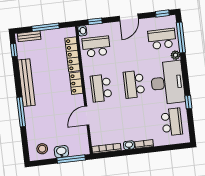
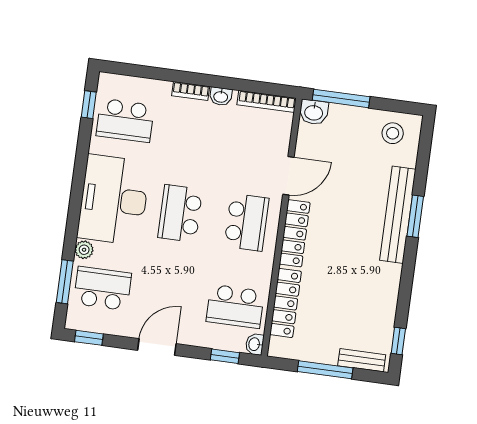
window: (181, 37) -> (65, 282), width x0.69
school desk: (162, 39) -> (102, 288), turned 180
bench: (26, 83) -> (398, 215), moved
locker: (76, 83) -> (295, 233), width x1.53
school desk: (134, 84) -> (180, 213), turned 180
window: (188, 102) -> (89, 105), moved
window: (21, 112) -> (415, 216), width x0.69
school desk: (172, 122) -> (125, 120), turned -90
washbasin: (61, 152) -> (314, 112), moved

